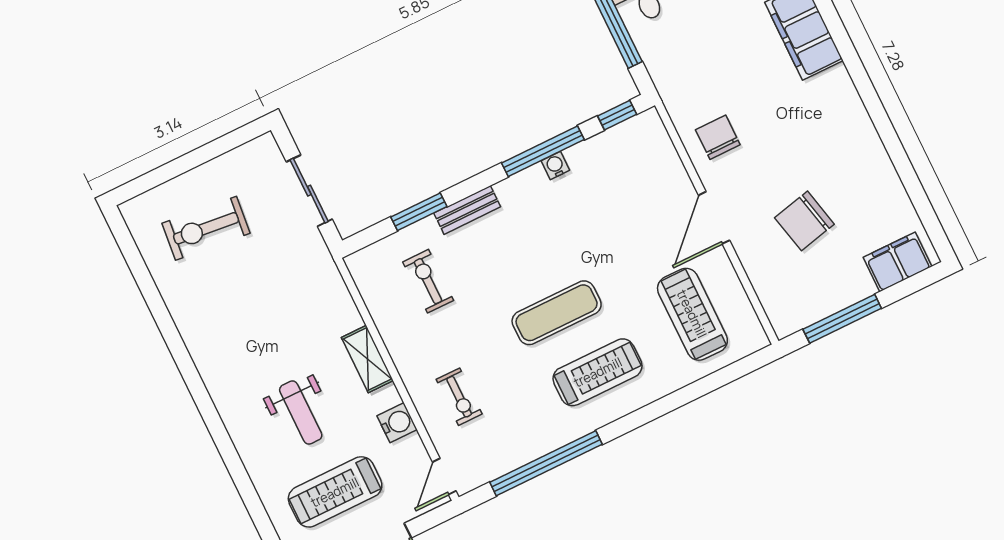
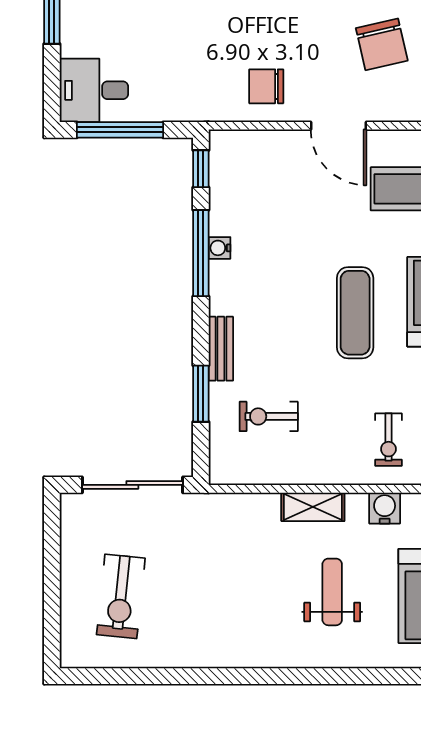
sliding door: (309, 191) -> (132, 485), width x1.37
exercise bike: (459, 397) -> (388, 440), turned 90
weight bench: (301, 413) -> (332, 592), turned -90

